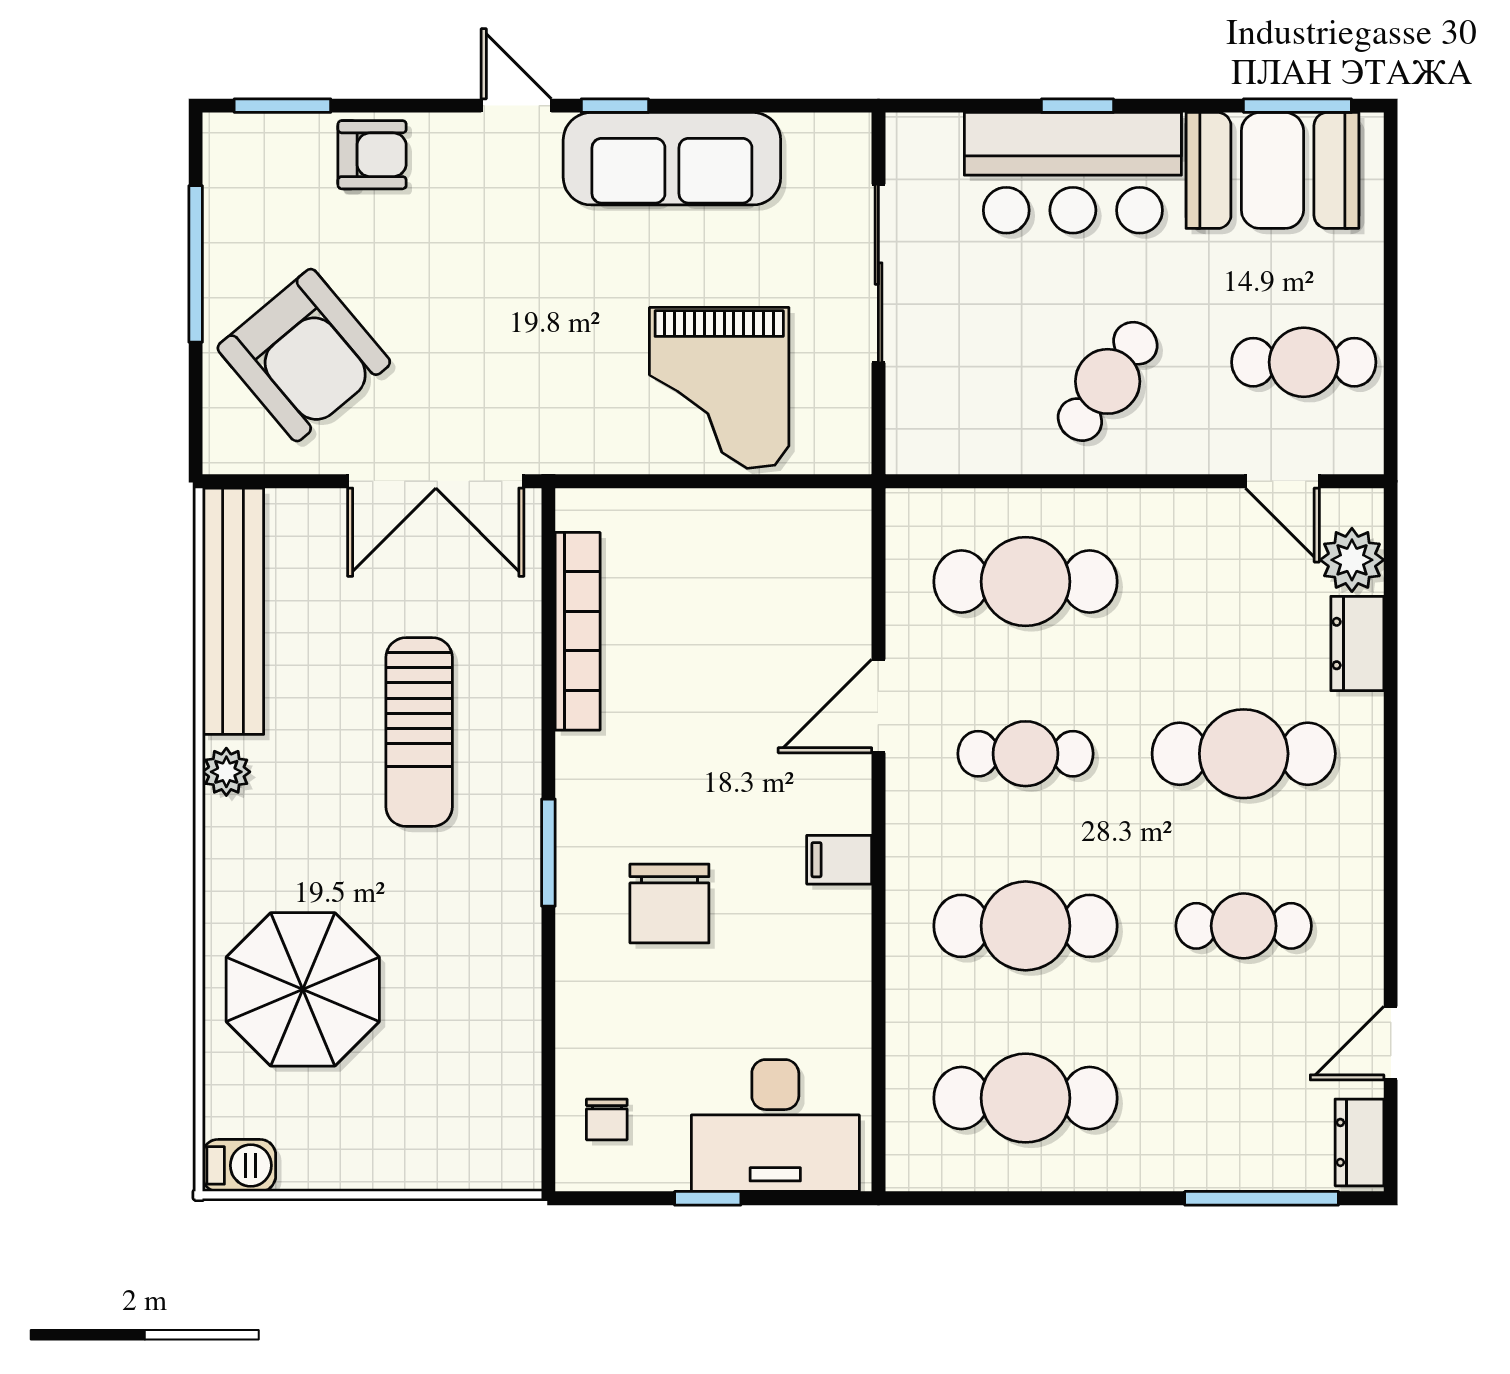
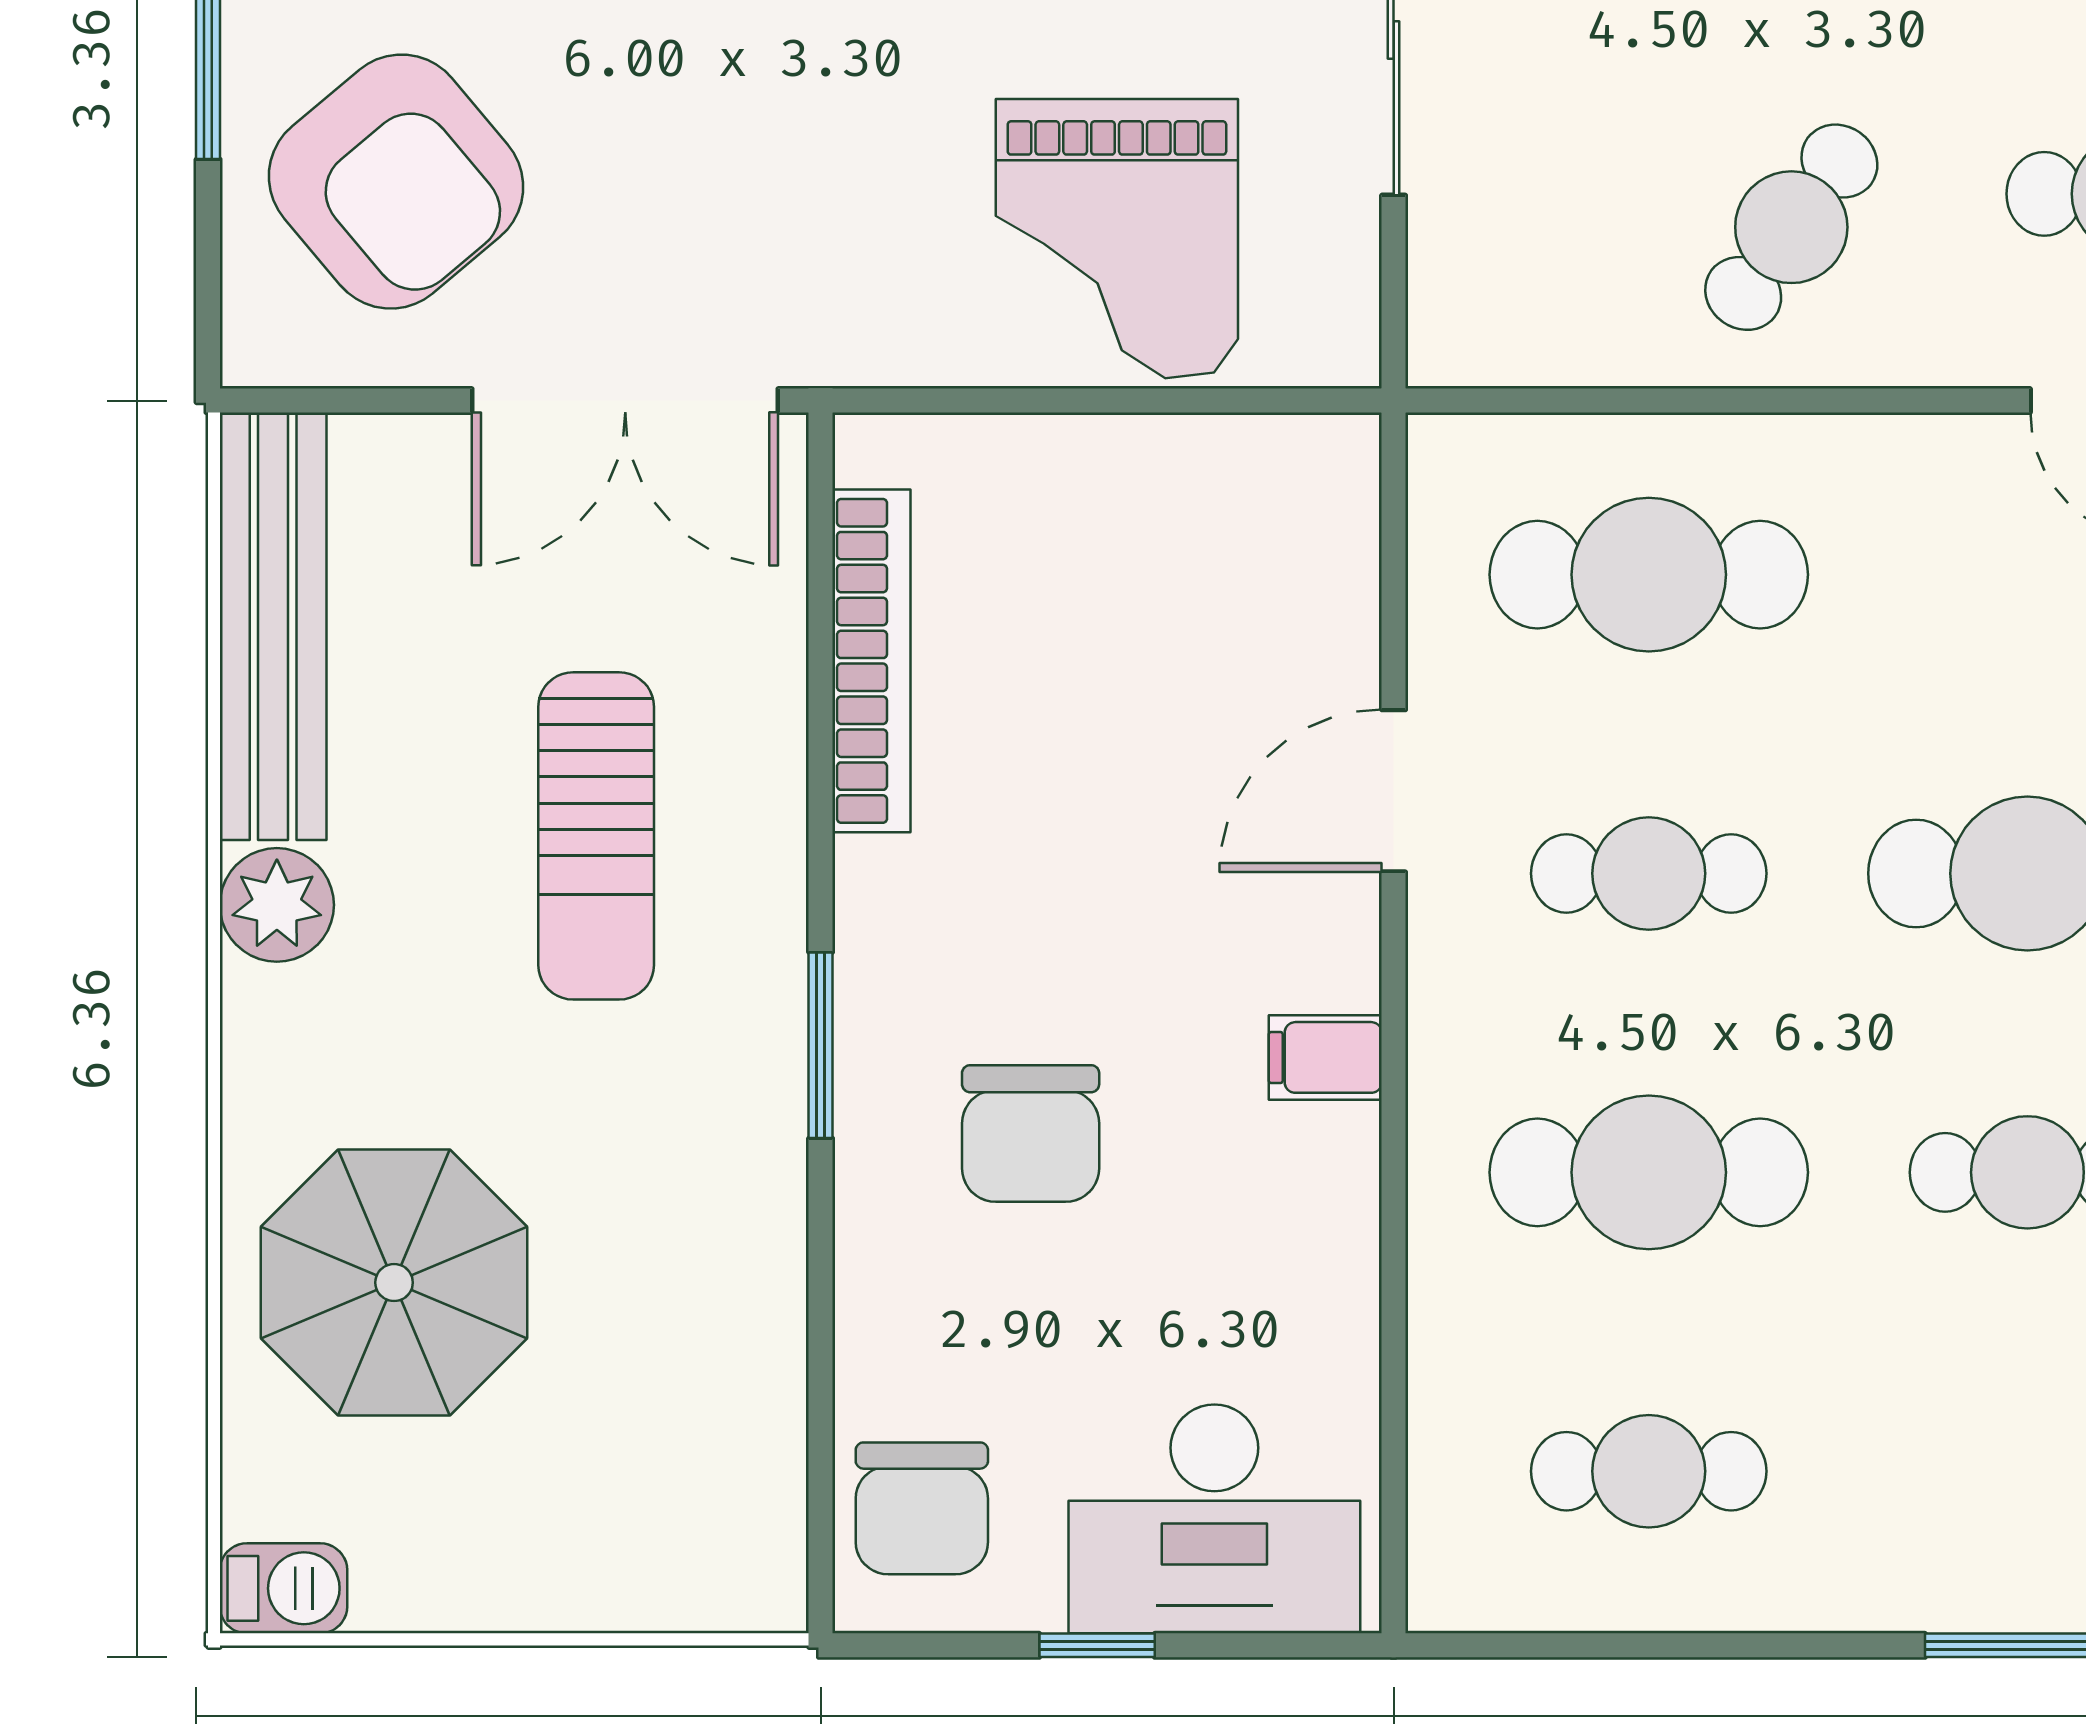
plant: (226, 772) -> (277, 905), width x1.38, depth x1.38
cafe table: (1026, 1098) -> (1649, 1471), width x0.73, depth x0.74
chair: (607, 1119) -> (922, 1508), width x1.87, depth x1.87

